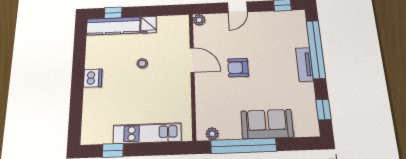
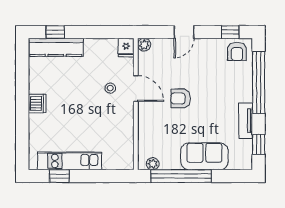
armchair: (291, 22) -> (237, 51), added
fridge: (149, 25) -> (126, 48), moved
stool: (142, 63) -> (110, 88), moved
tv unit: (304, 64) -> (246, 121), moved
kitchen unit: (147, 133) -> (70, 161), moved

